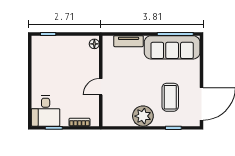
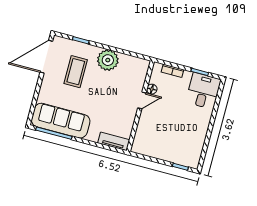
tv unit: (129, 41) -> (114, 141), moved
floor lamp: (94, 44) -> (152, 89), moved

